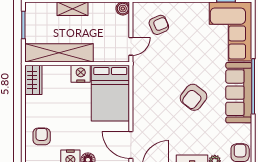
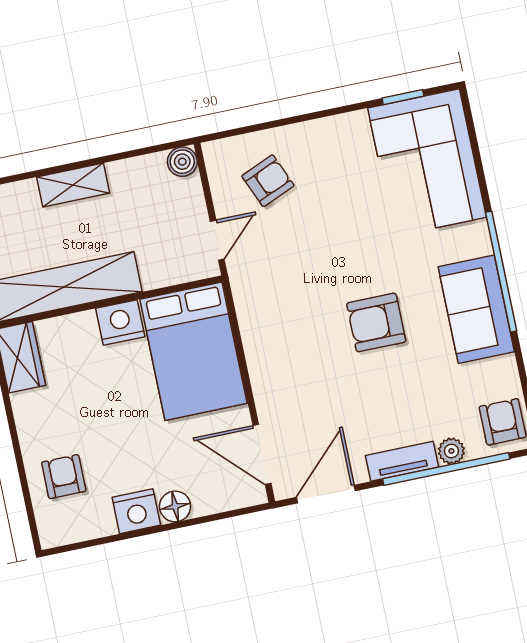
sofa: (239, 93) -> (476, 309), width x0.73
armchair: (193, 97) -> (376, 322), turned 52

